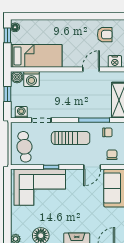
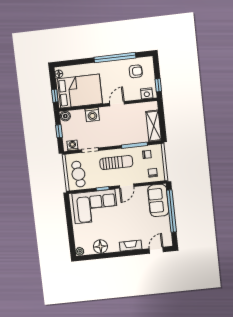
window: (82, 16) -> (115, 58), added
window: (7, 35) -> (55, 96), moved
bed: (36, 56) -> (79, 91), width x1.50
door: (91, 69) -> (117, 104), moved
washing machine: (31, 79) -> (92, 115), moved
door: (92, 167) -> (127, 186), moved

